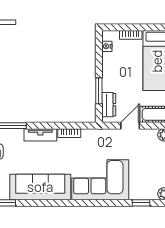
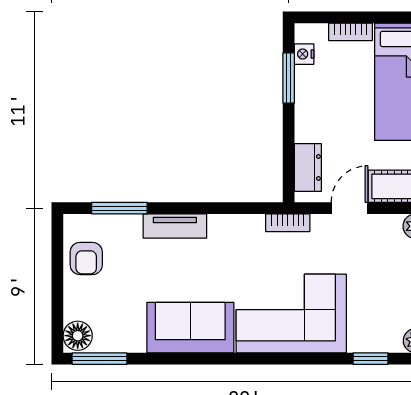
window: (99, 91) -> (289, 78), moved
bookcase: (69, 133) -> (288, 223), moved
sofa: (40, 187) -> (190, 328), width x0.73

